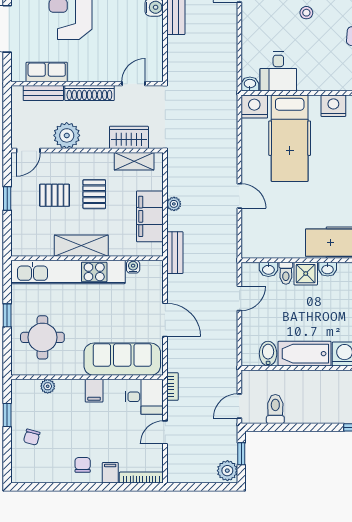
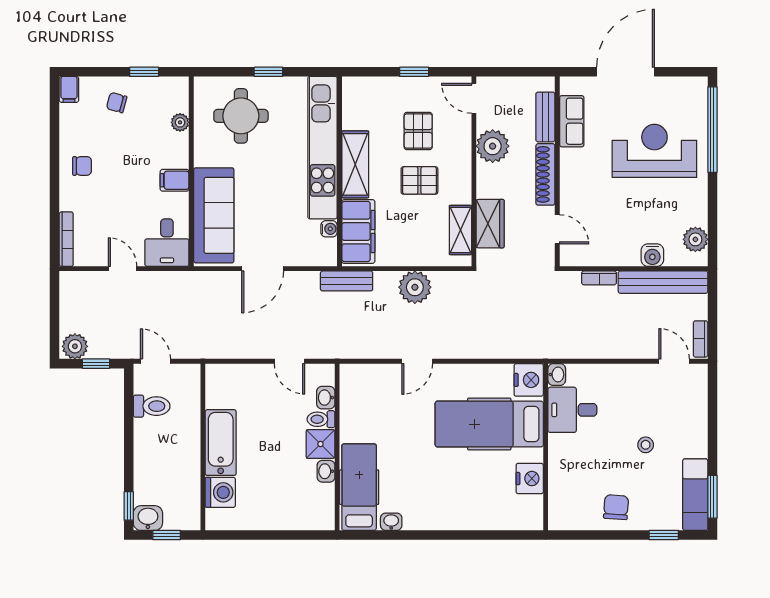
plant: (174, 204) -> (415, 287), width x1.87, depth x1.87
filing cabinet: (150, 216) -> (358, 231), moved, turned 90
bidet: (268, 354) -> (221, 397), removed
bookcase: (172, 387) -> (599, 278), moved
filing cabinet: (110, 473) -> (69, 89), moved, turned 90

